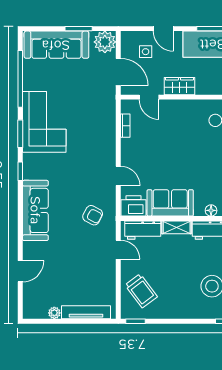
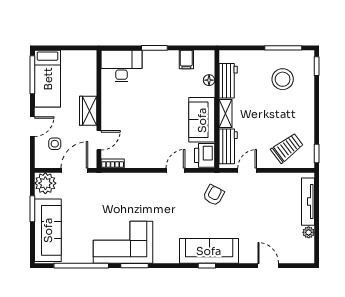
bookcase: (125, 126) -> (113, 163), moved
window: (20, 171) -> (207, 266), moved

